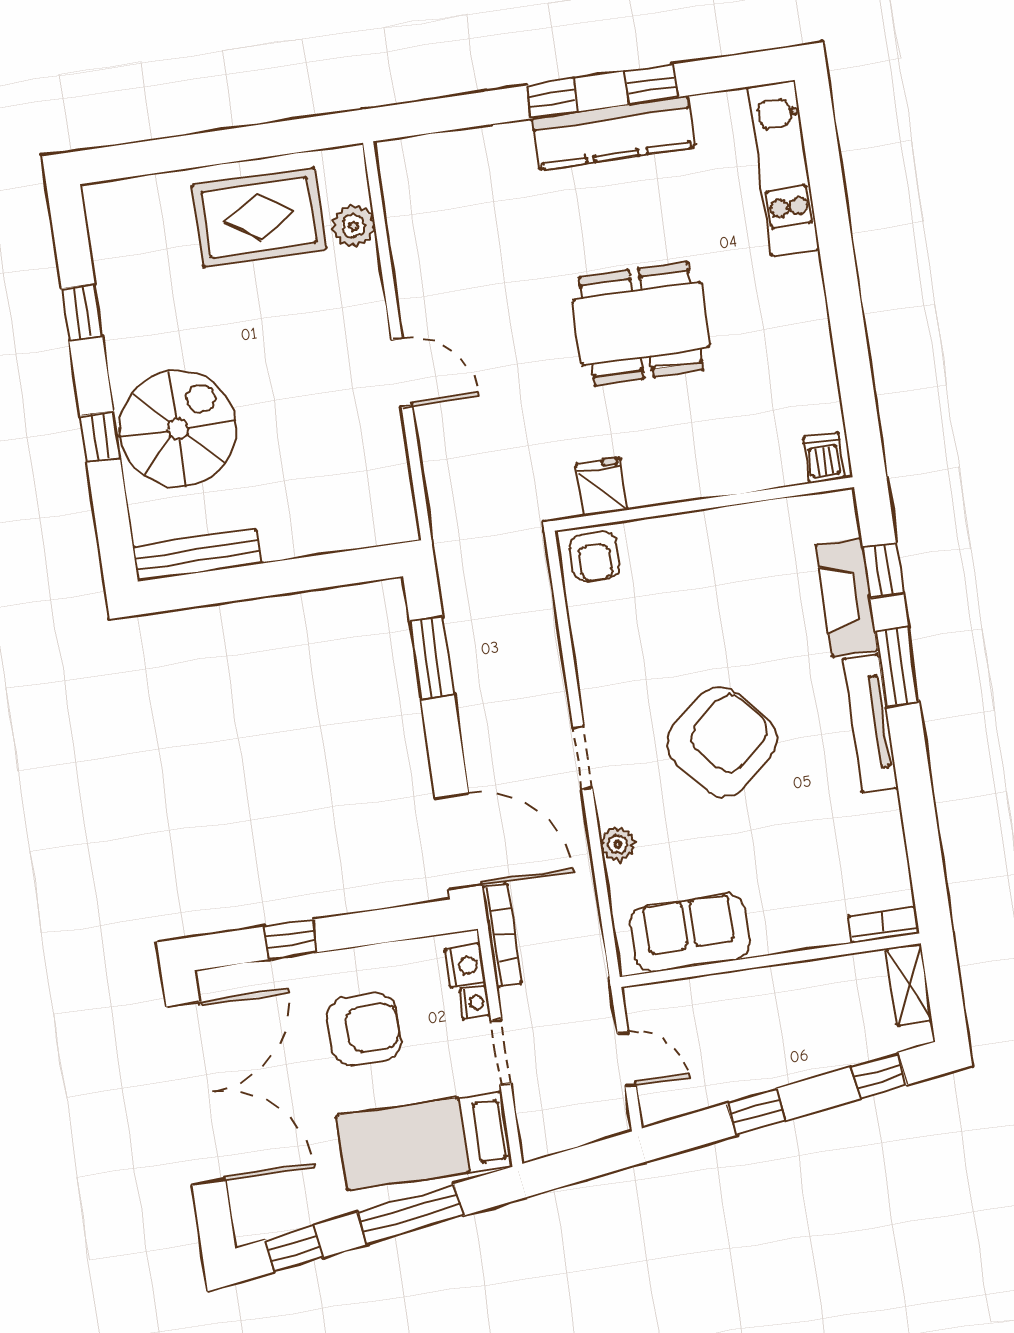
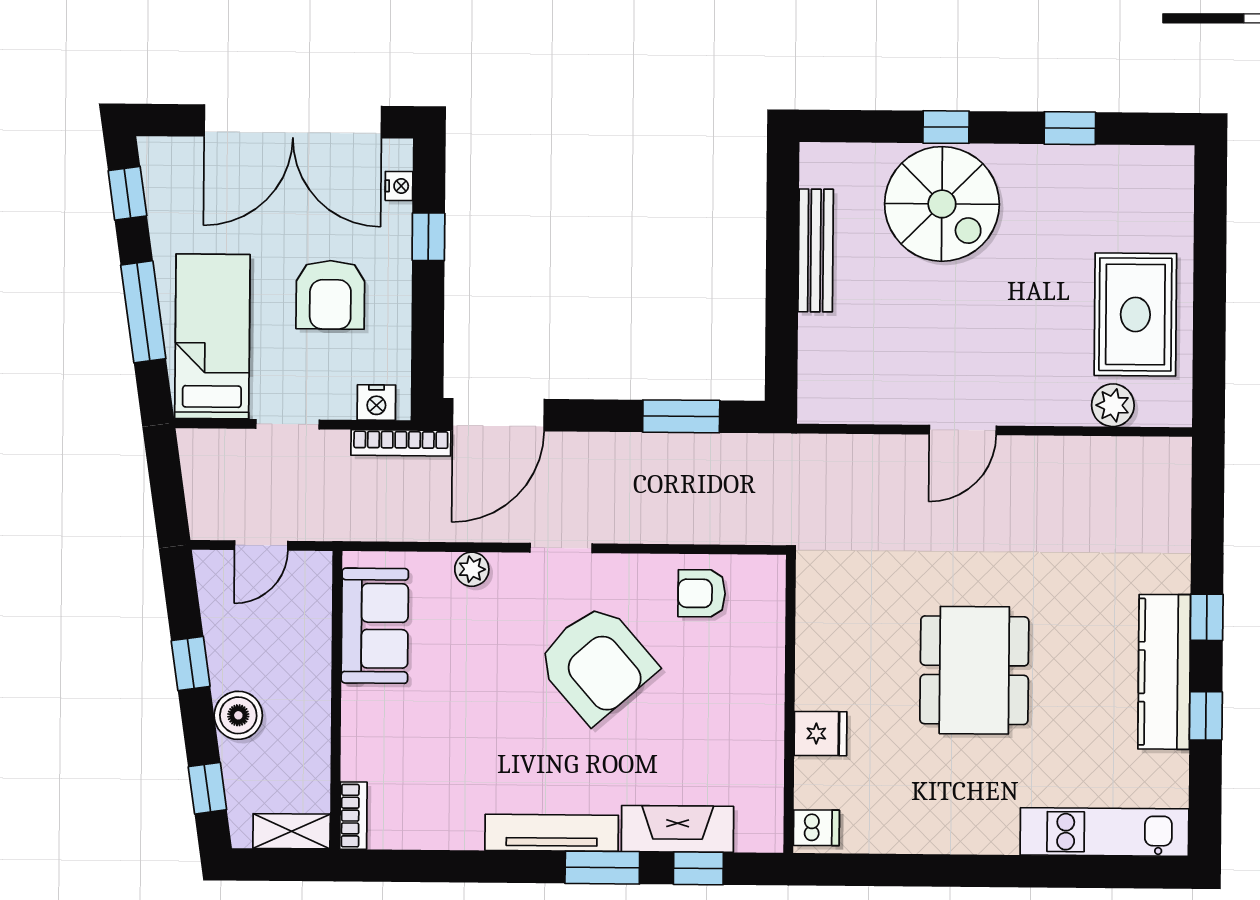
fridge: (602, 487) -> (821, 734), moved
bench: (197, 555) -> (816, 250), moved
armchair: (595, 557) -> (702, 593), moved
armchair: (722, 742) -> (596, 663), moved
nightstand: (475, 1002) -> (399, 186), moved, turned -90
boiler: (801, 1056) -> (238, 715), added

